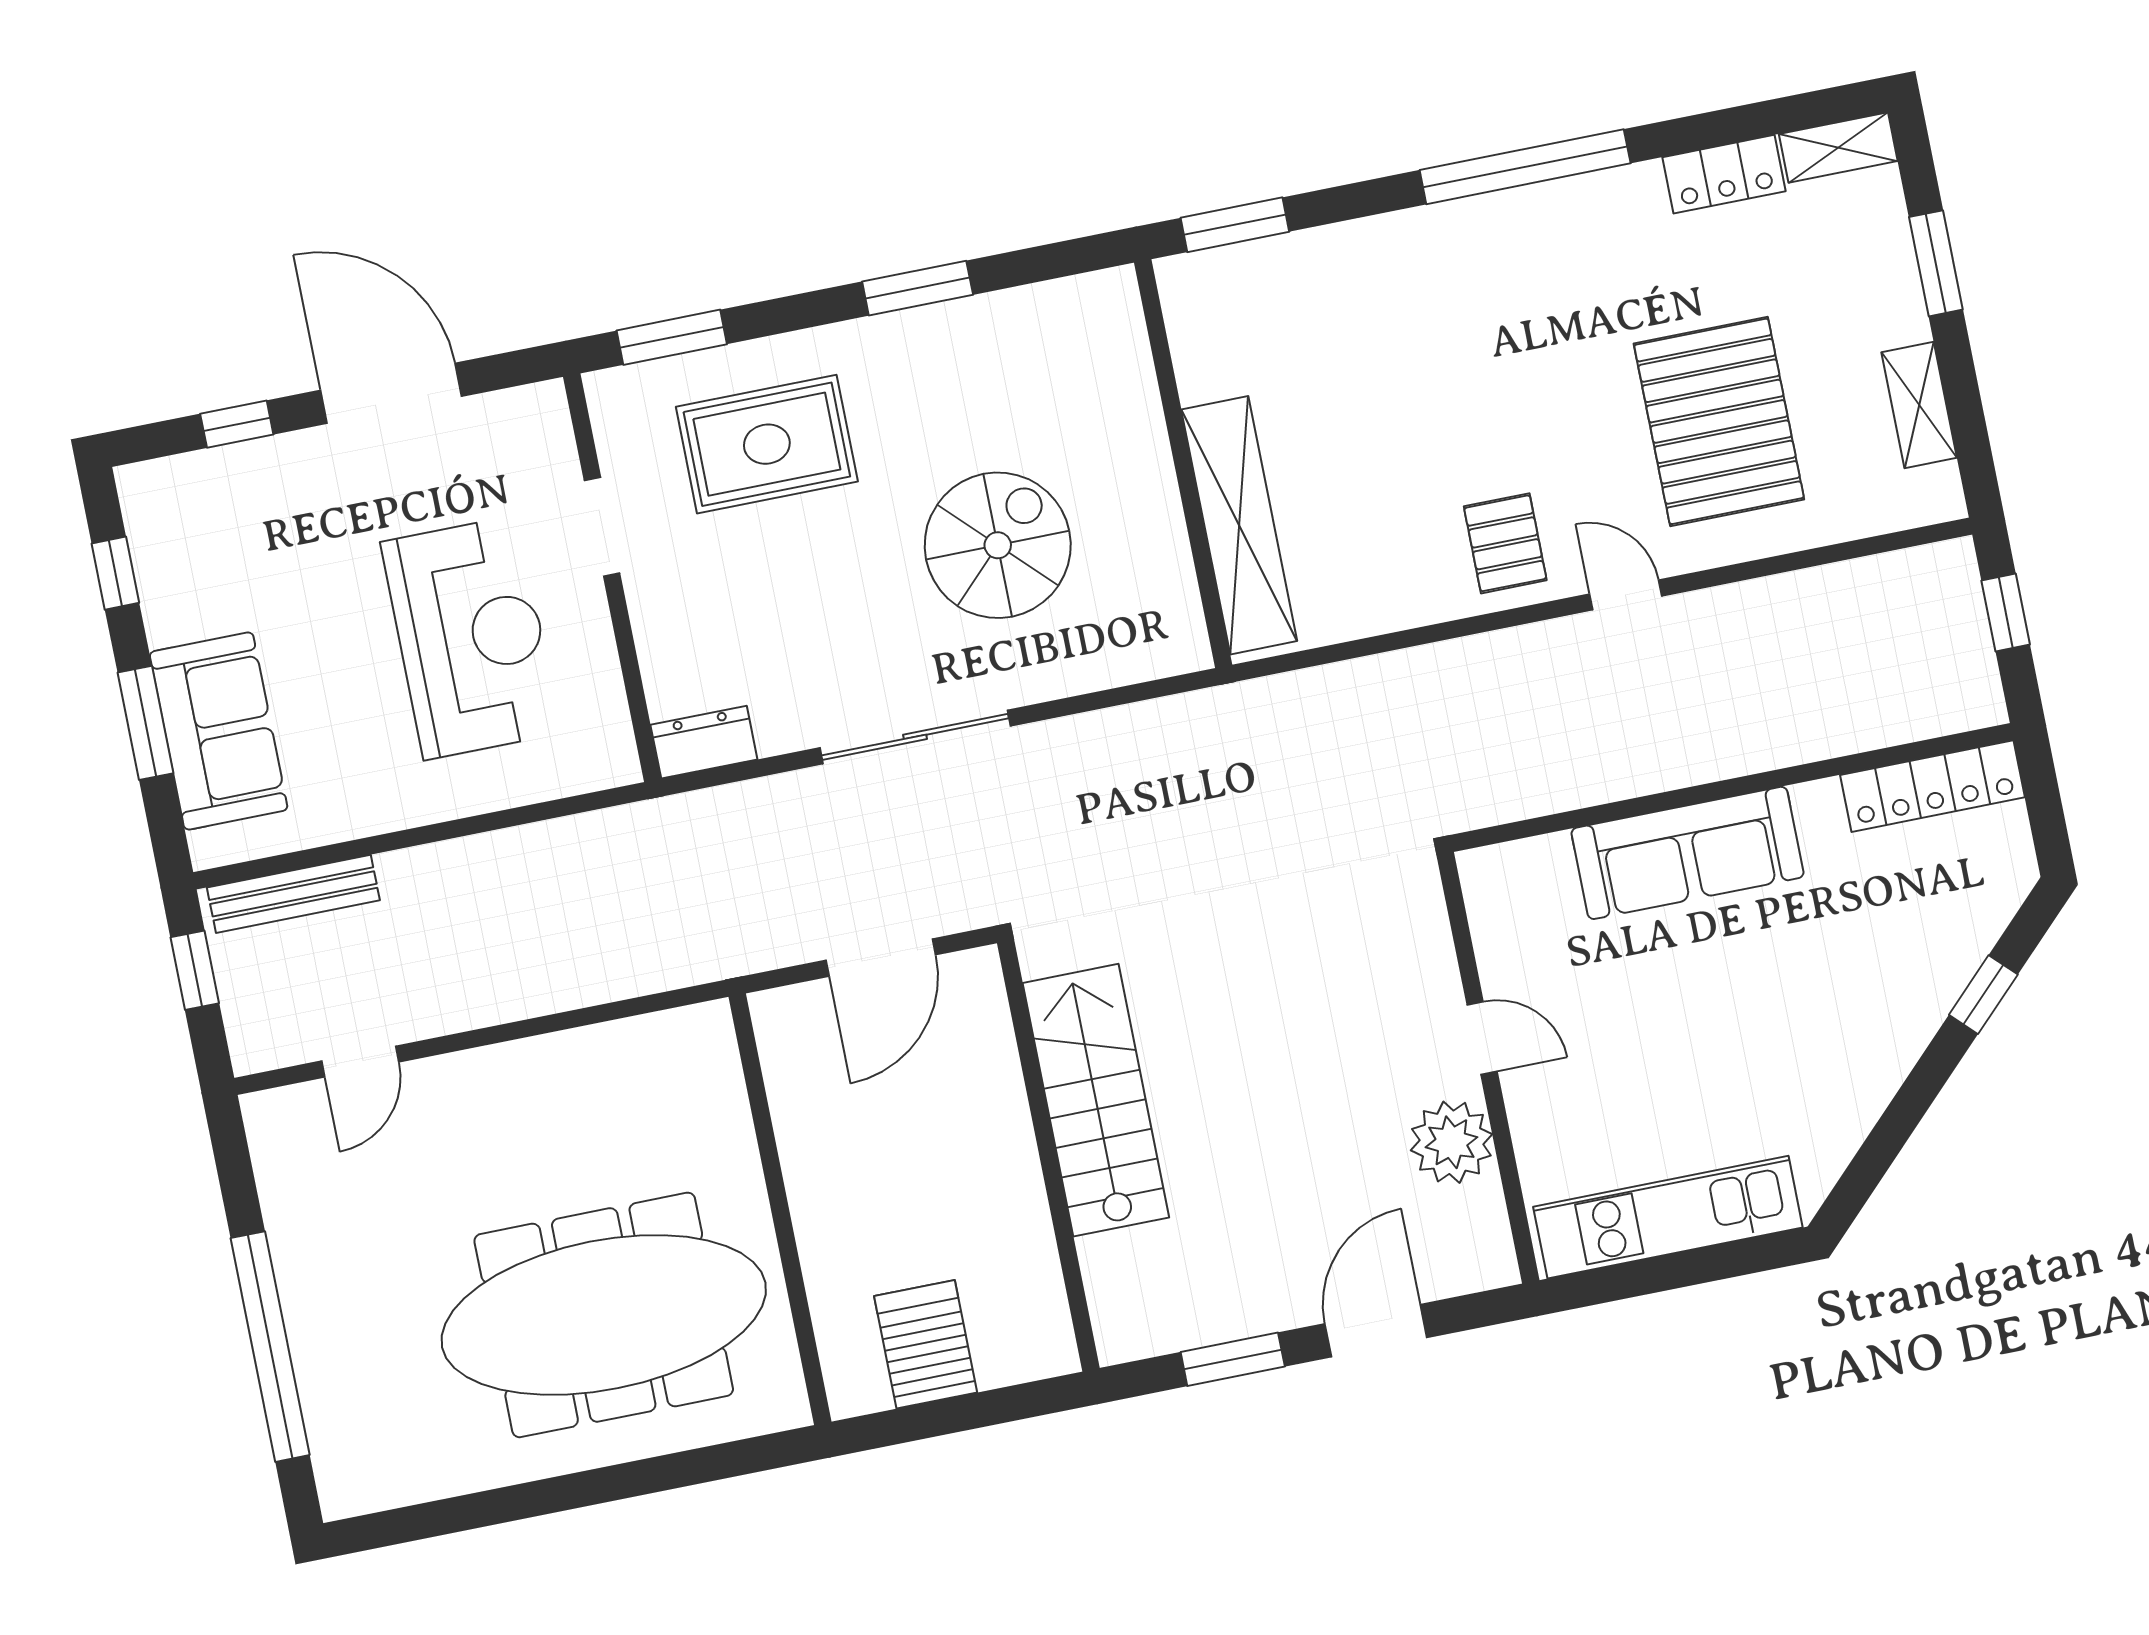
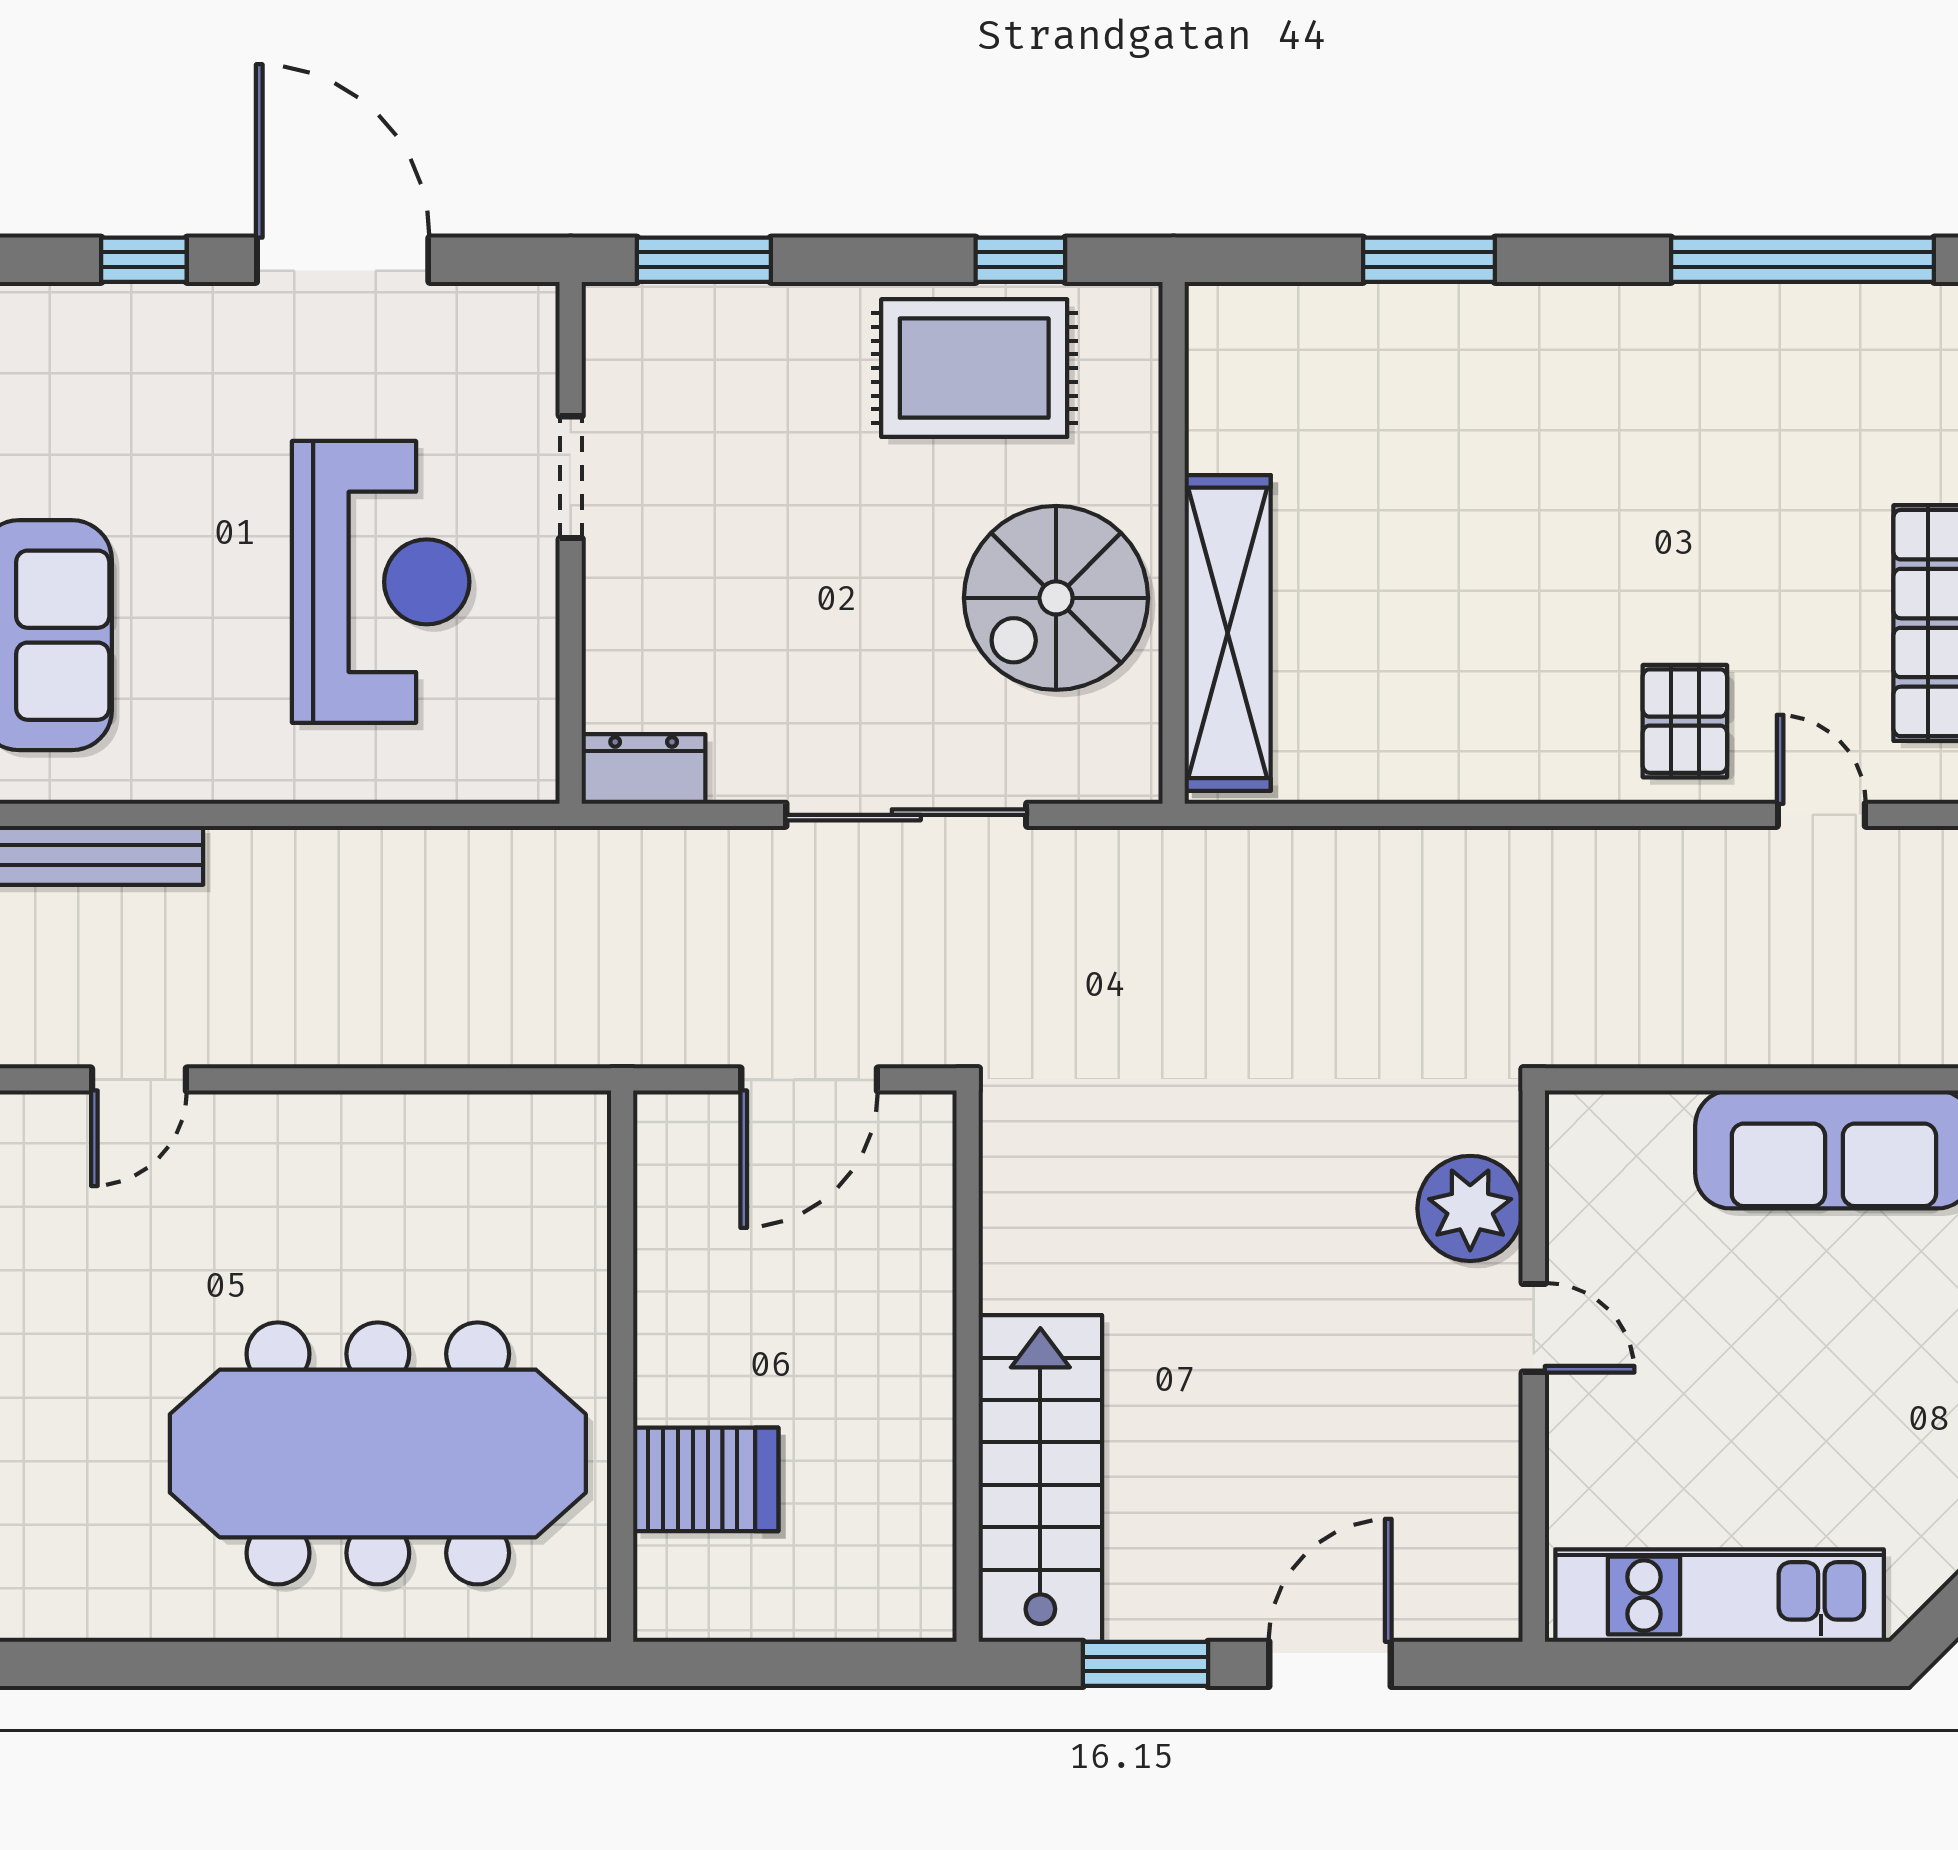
window: (918, 288) -> (1020, 260), width x0.67
rug: (767, 444) -> (974, 368), moved
wall: (1183, 464) -> (1174, 543), moved
shelving: (1239, 525) -> (1228, 633), moved
spiral stairs: (998, 545) -> (1056, 598), turned 180
stairs: (1096, 1100) -> (1040, 1478), moved
plant: (1451, 1142) -> (1470, 1208), moved
server rack: (926, 1344) -> (706, 1479), moved, turned 90

